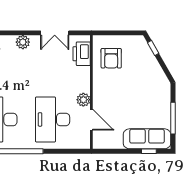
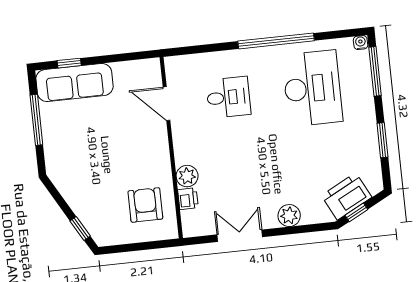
printer: (82, 54) -> (188, 199), width x0.53, depth x0.68
plant: (83, 100) -> (187, 176), moved
desk: (53, 119) -> (228, 97), width x0.53, depth x0.77

